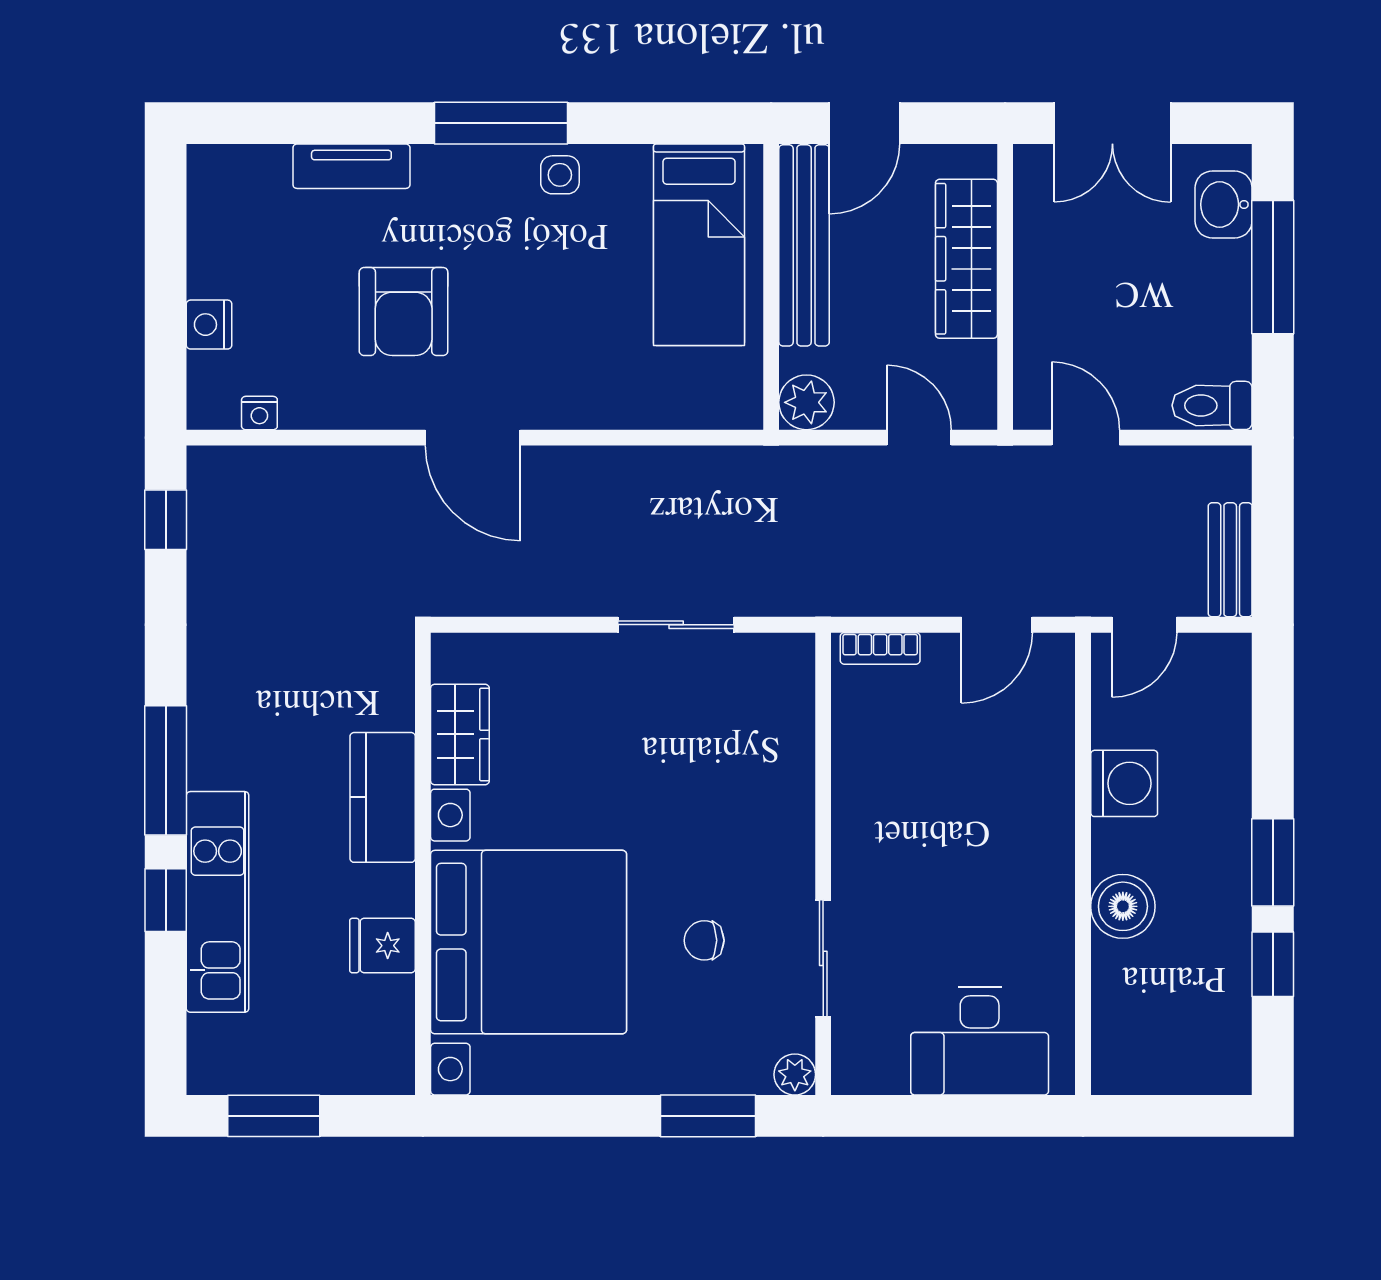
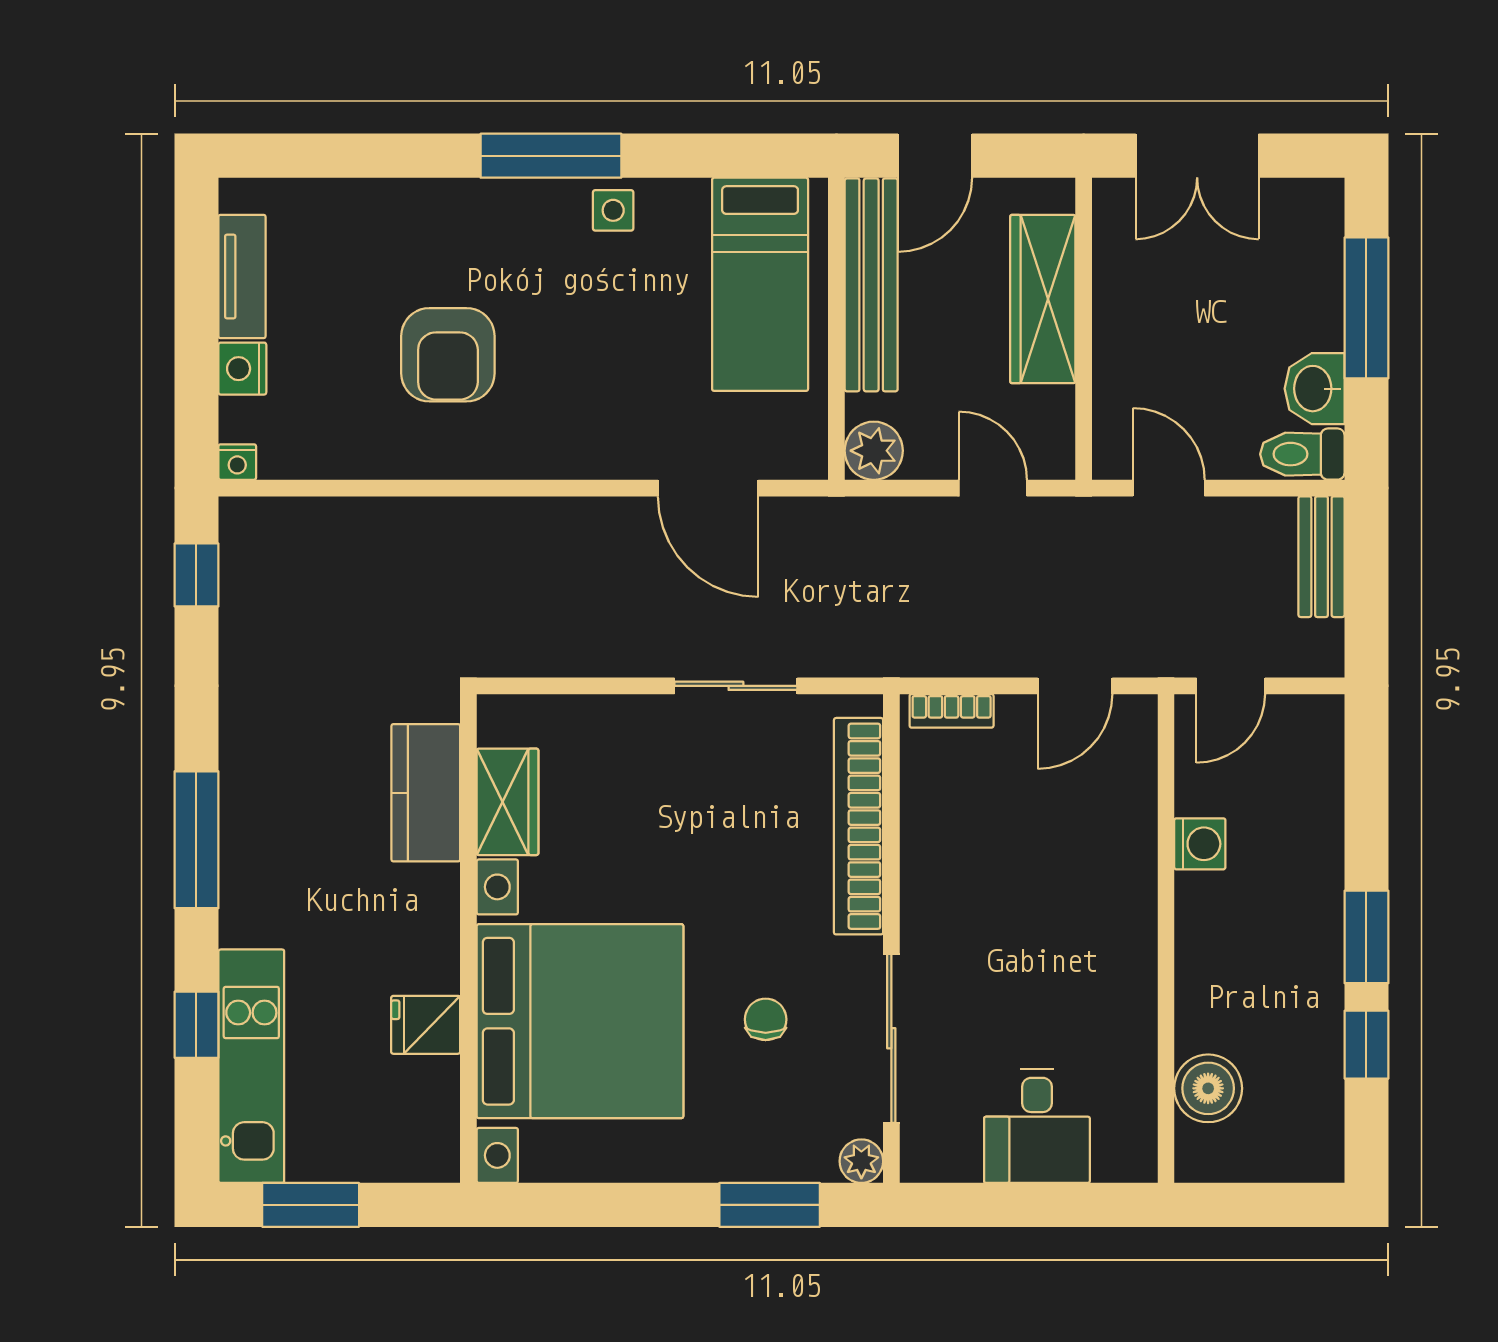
tv unit: (351, 166) -> (242, 276), moved, turned -90
washbasin: (1224, 204) -> (1315, 389), moved
nightstand: (259, 413) -> (237, 462), moved
door: (473, 438) -> (708, 488), moved
bench: (1230, 560) -> (1321, 557), moved
bookcase: (792, 758) -> (859, 826), added
washing machine: (1124, 783) -> (1200, 844), width x0.73, depth x0.73
kitchen counter: (383, 797) -> (426, 793), moved
window: (166, 900) -> (196, 1025), moved
kitchen unit: (218, 902) -> (251, 1066), moved
boiler: (1123, 906) -> (1208, 1088), moved
chair: (704, 940) -> (766, 1019), turned 90
sliding door: (823, 958) -> (891, 1038), width x1.37
desk: (980, 1041) -> (1037, 1126), width x0.73

